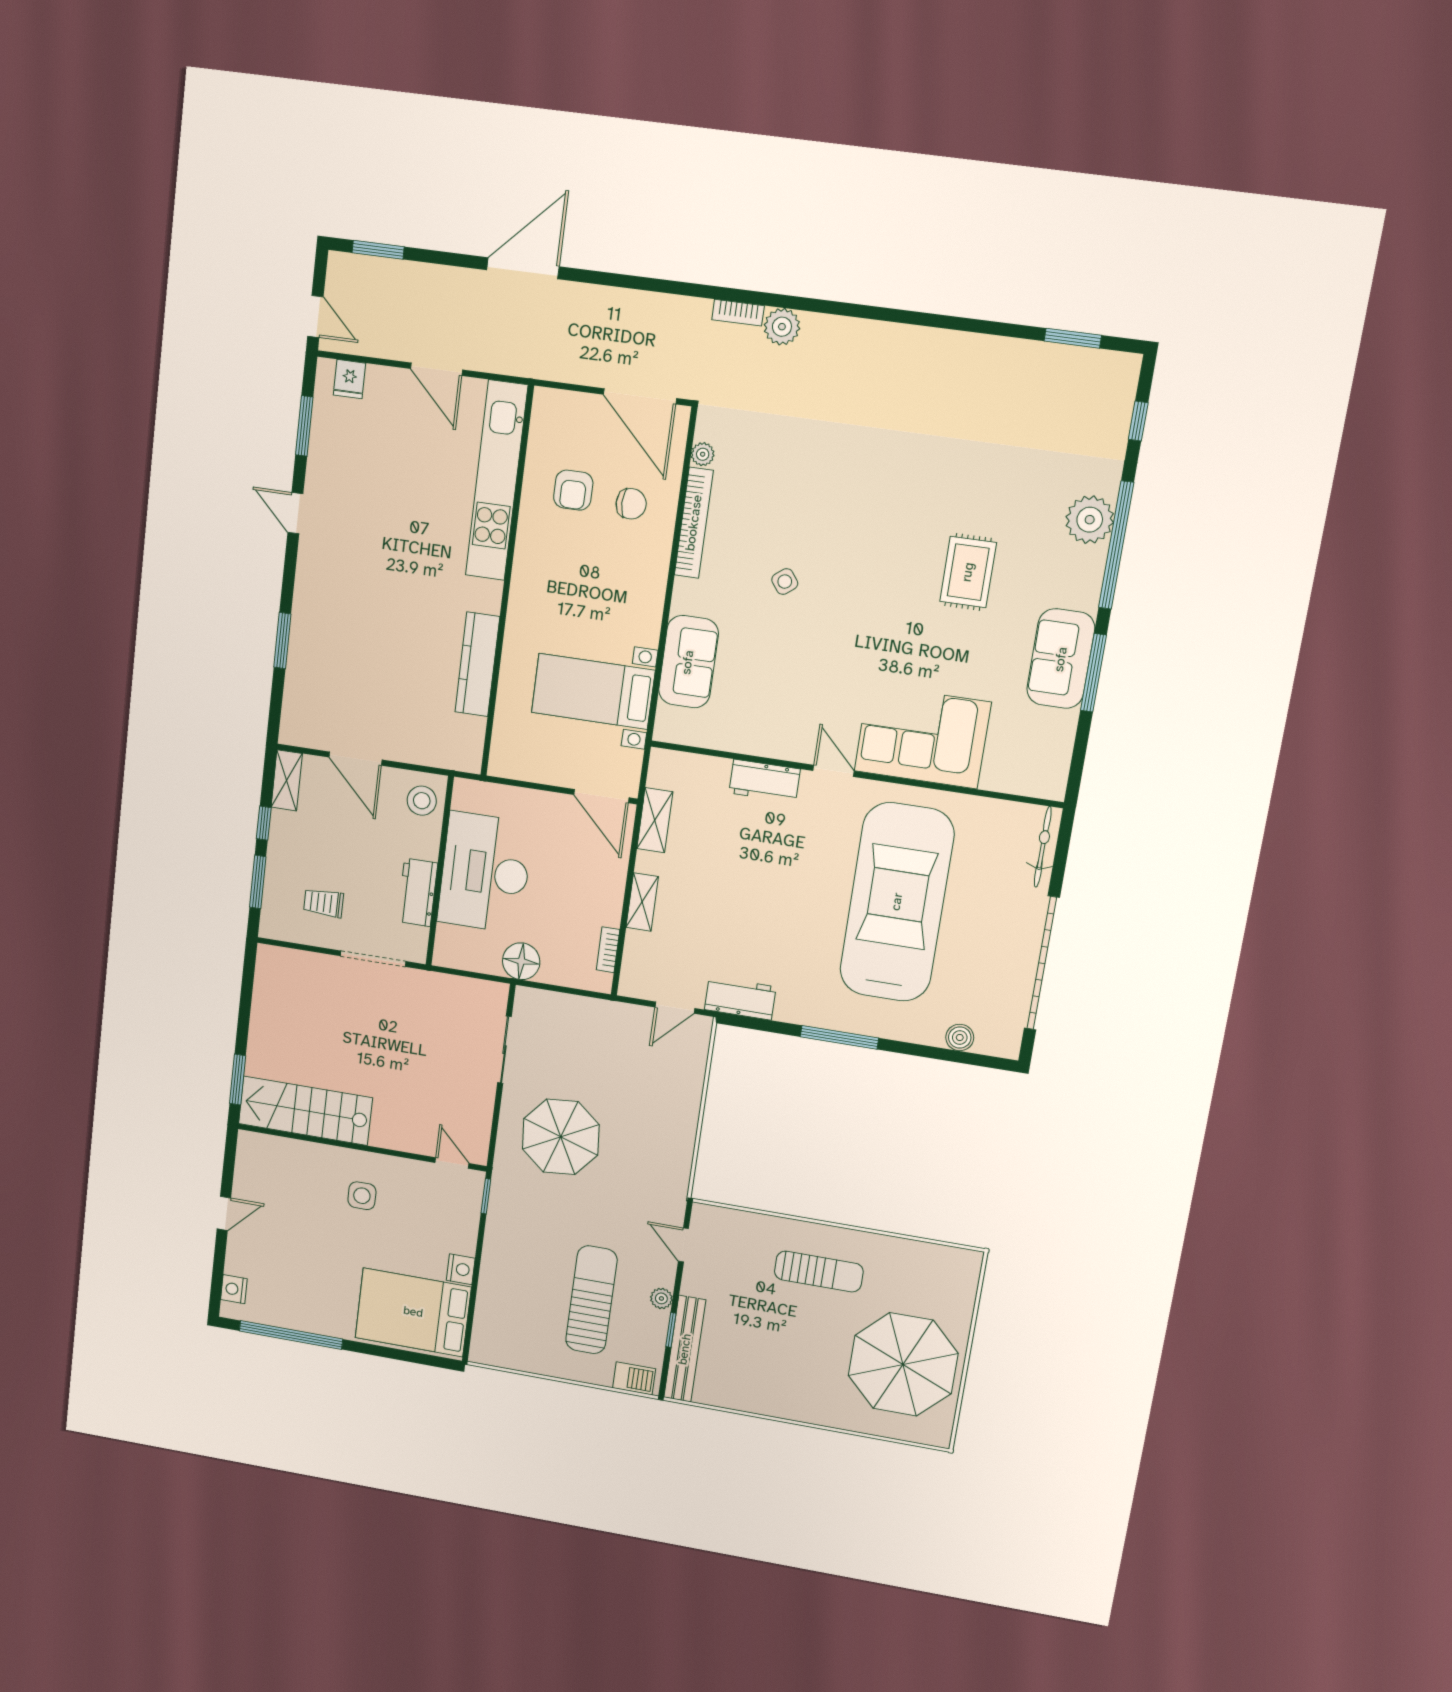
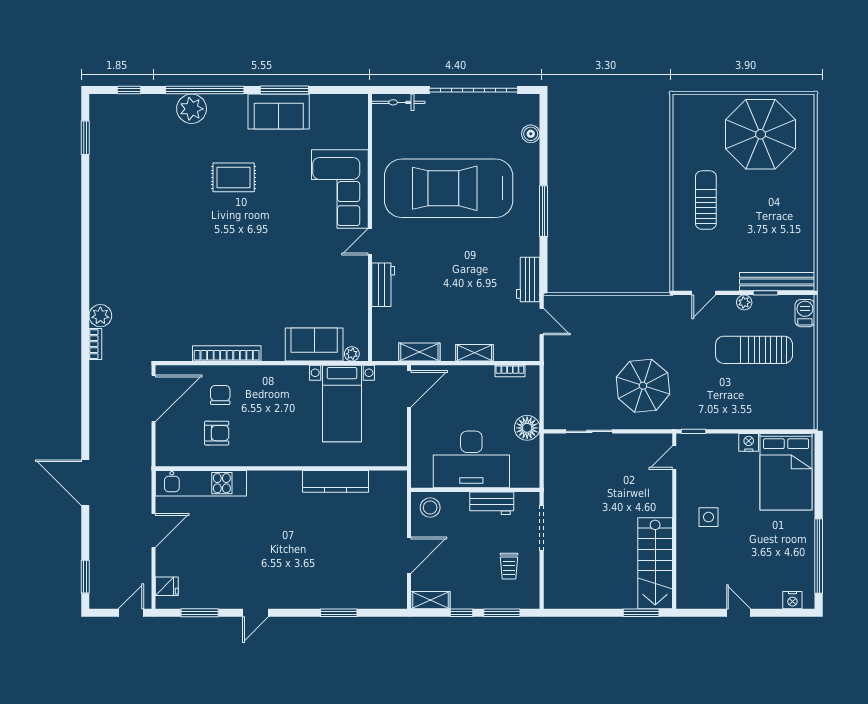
plant: (703, 454) -> (352, 354), moved
kitchen unit: (497, 481) -> (201, 483), width x0.73
side table: (785, 582) -> (255, 291), removed

